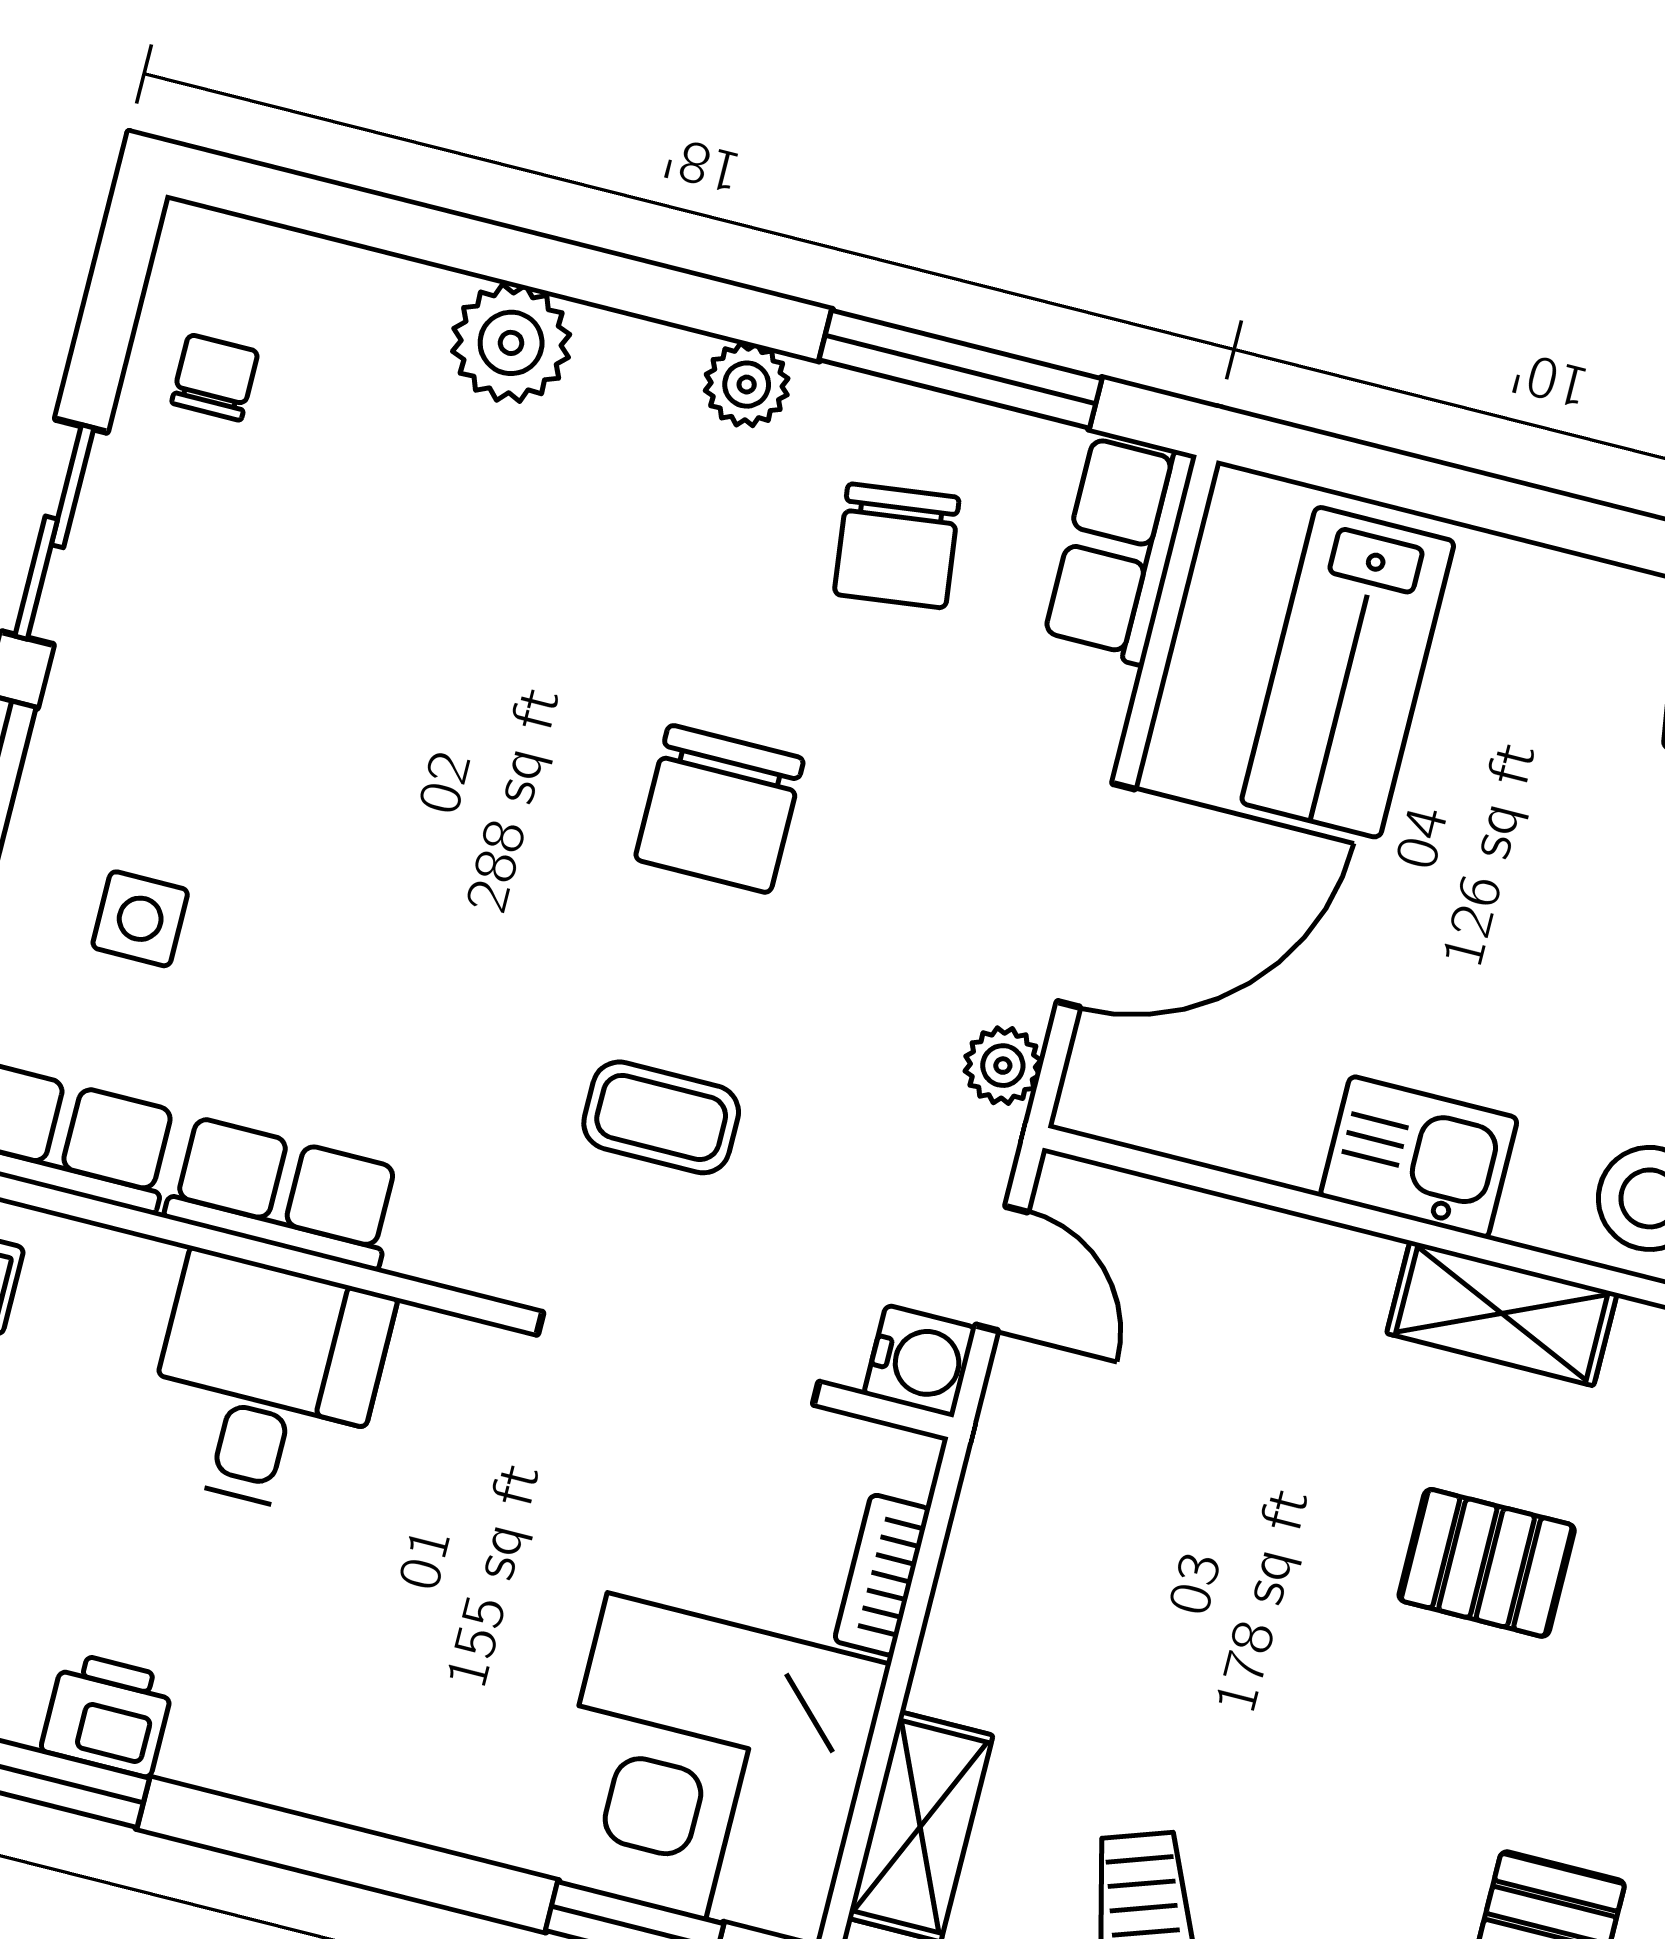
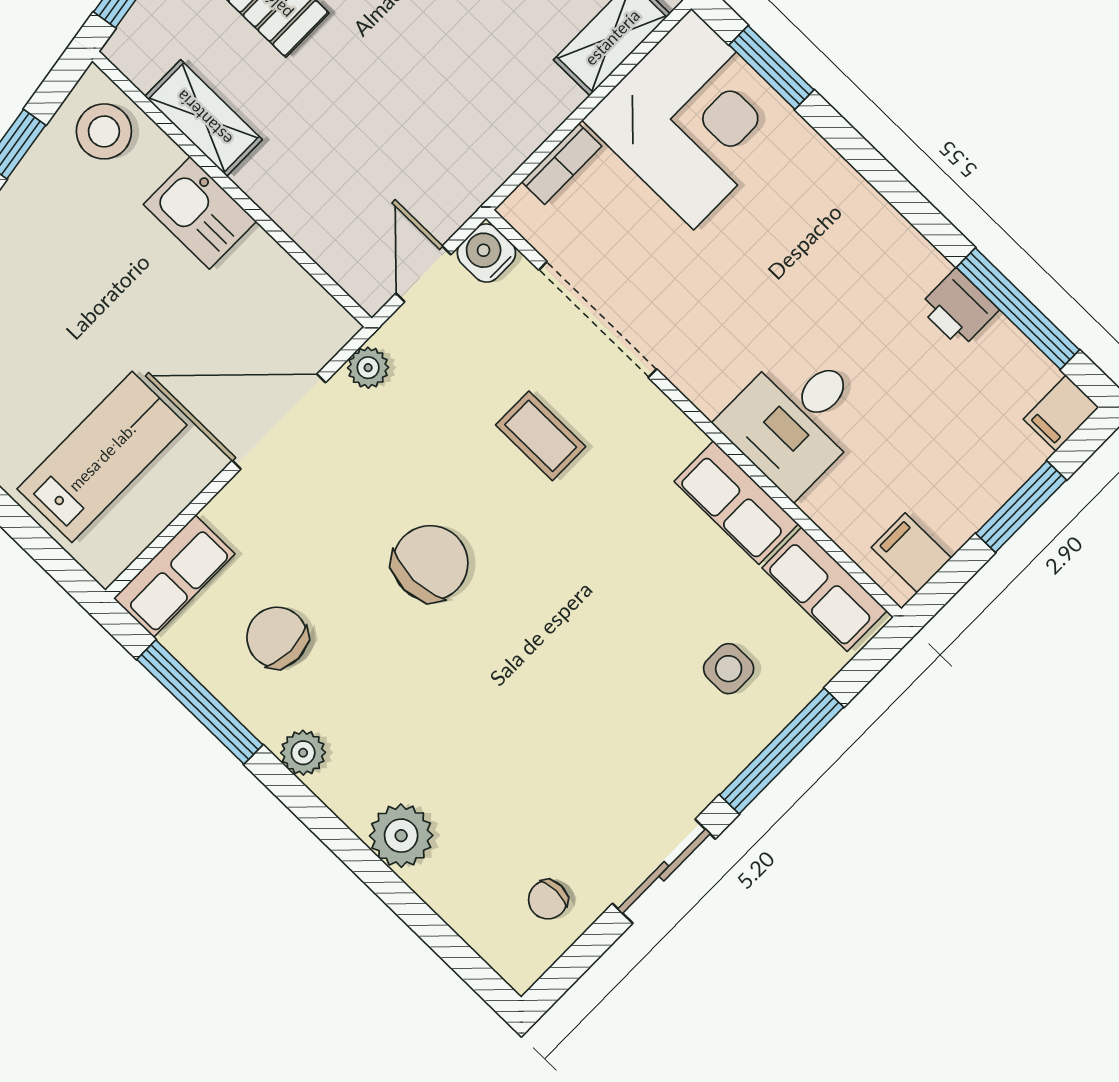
chair: (897, 546) -> (277, 637), turned -83

